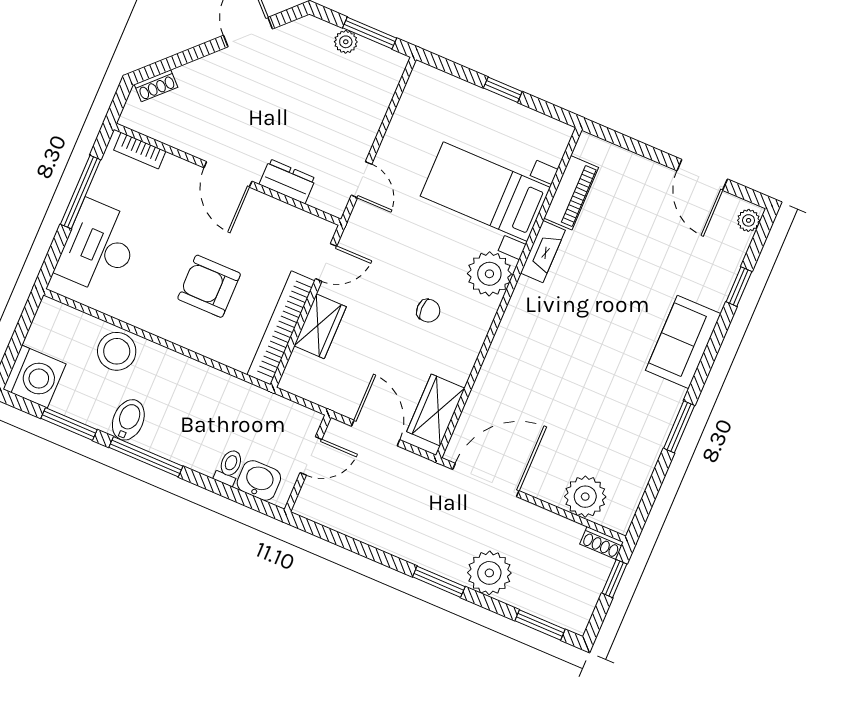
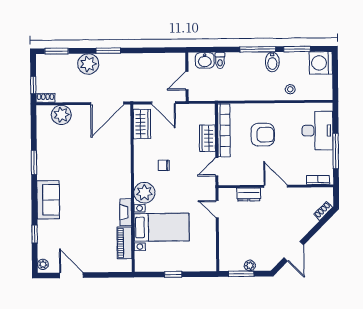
stool: (117, 351) -> (290, 89), width x0.53, depth x0.53

